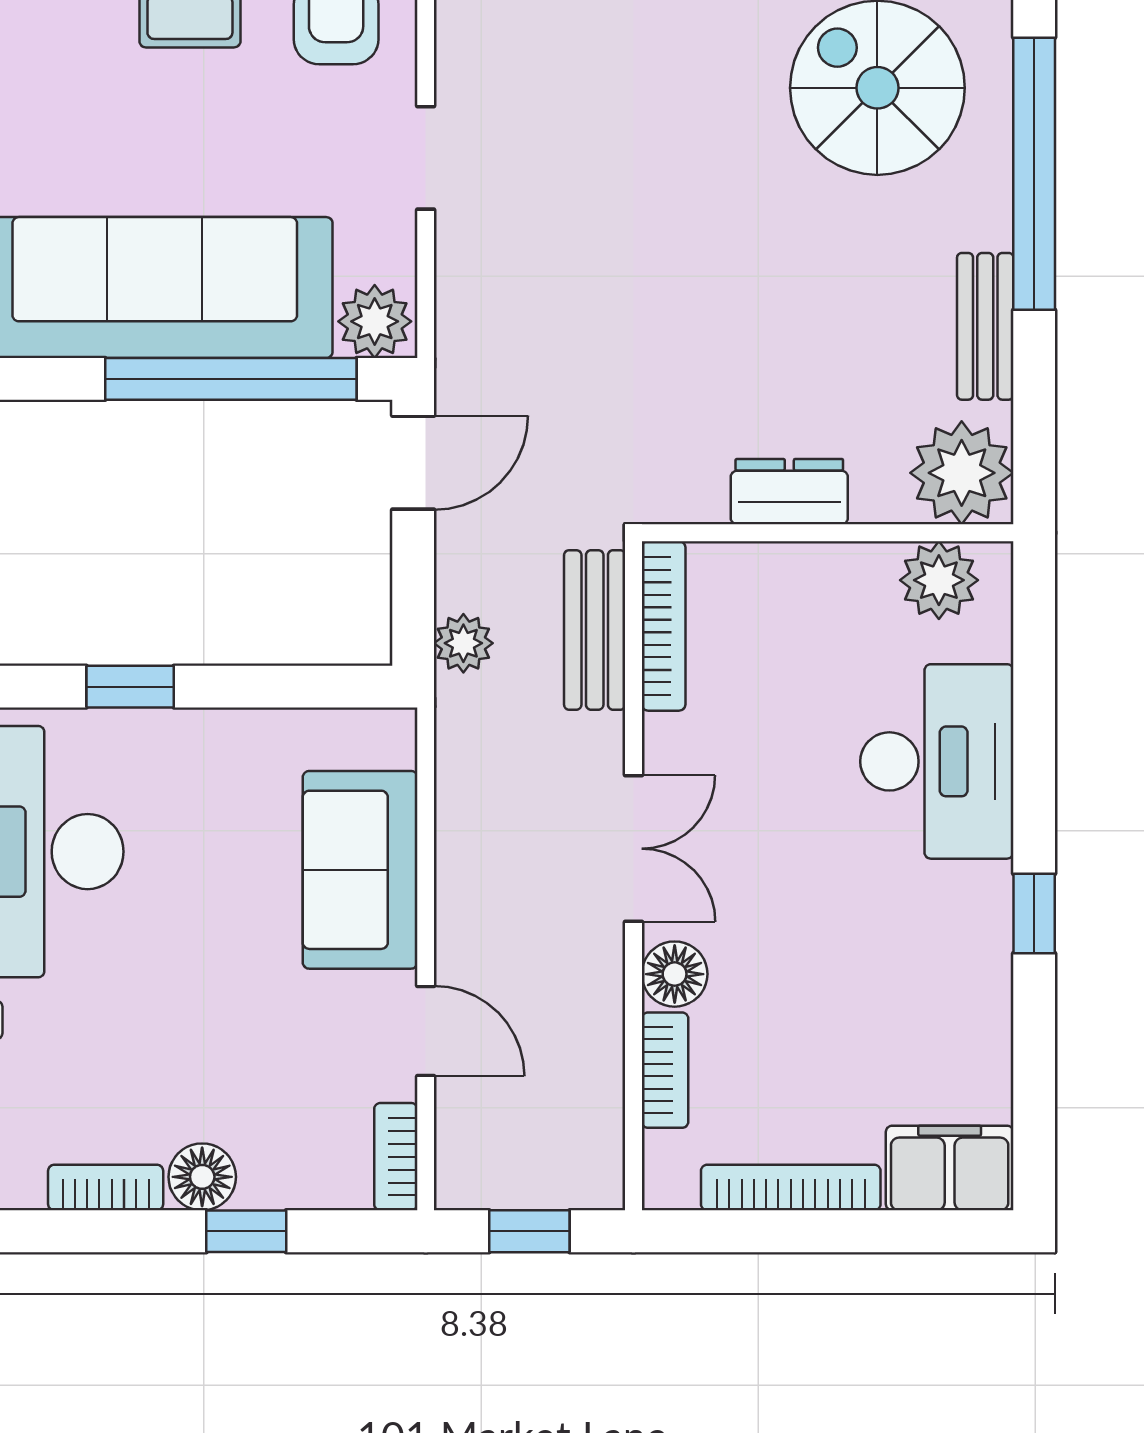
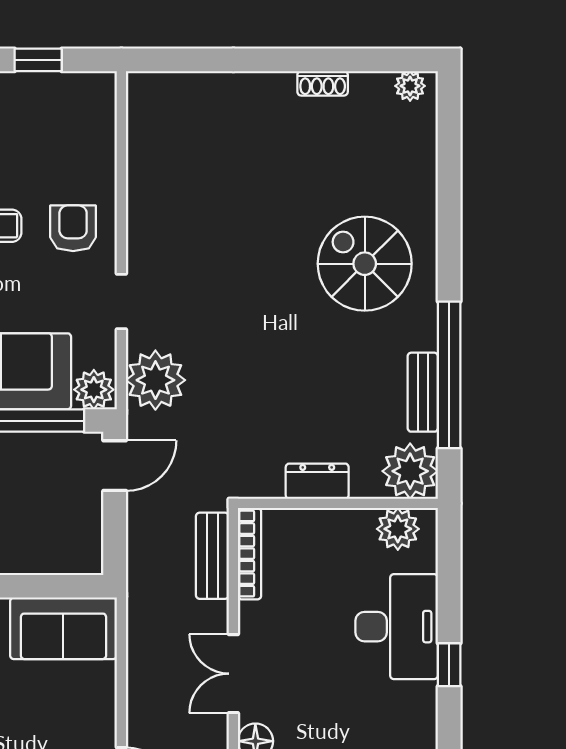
window: (1034, 174) -> (449, 375), moved
plant: (463, 643) -> (155, 380), moved, width x1.87, depth x1.87
double door: (634, 849) -> (233, 674), swing flipped
sofa: (360, 870) -> (63, 628), moved, turned -90
window: (1034, 914) -> (449, 665), moved

